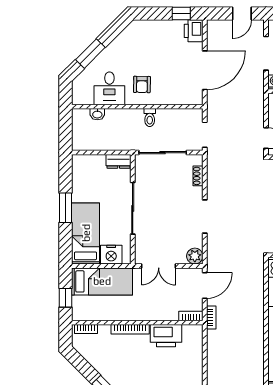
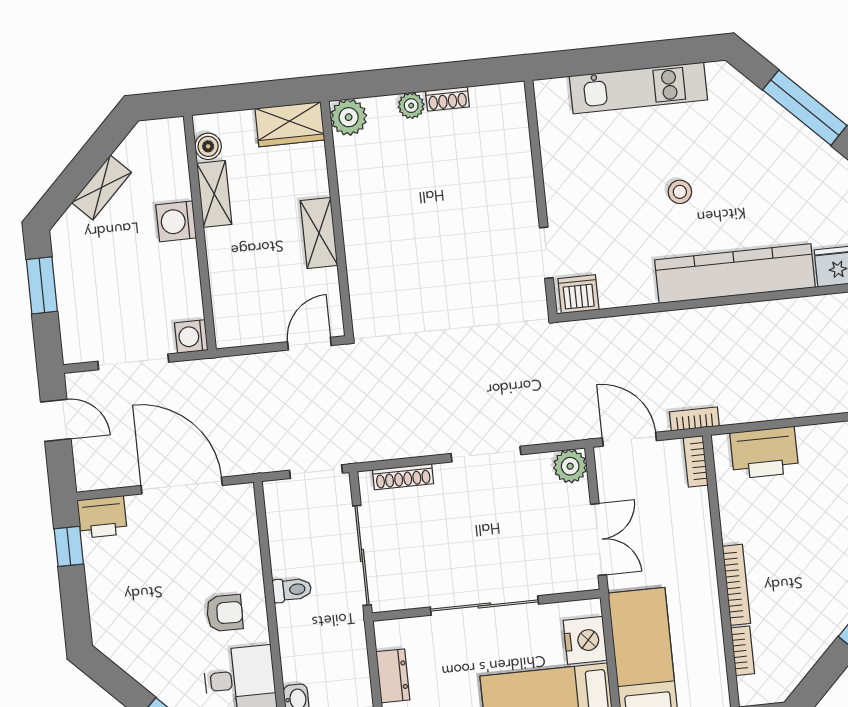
dresser: (119, 161) -> (393, 676), moved
shoe rack: (198, 176) -> (403, 477), width x1.43
bookcase: (86, 329) -> (743, 651), moved
printer: (166, 336) -> (764, 453), moved, turned 90

